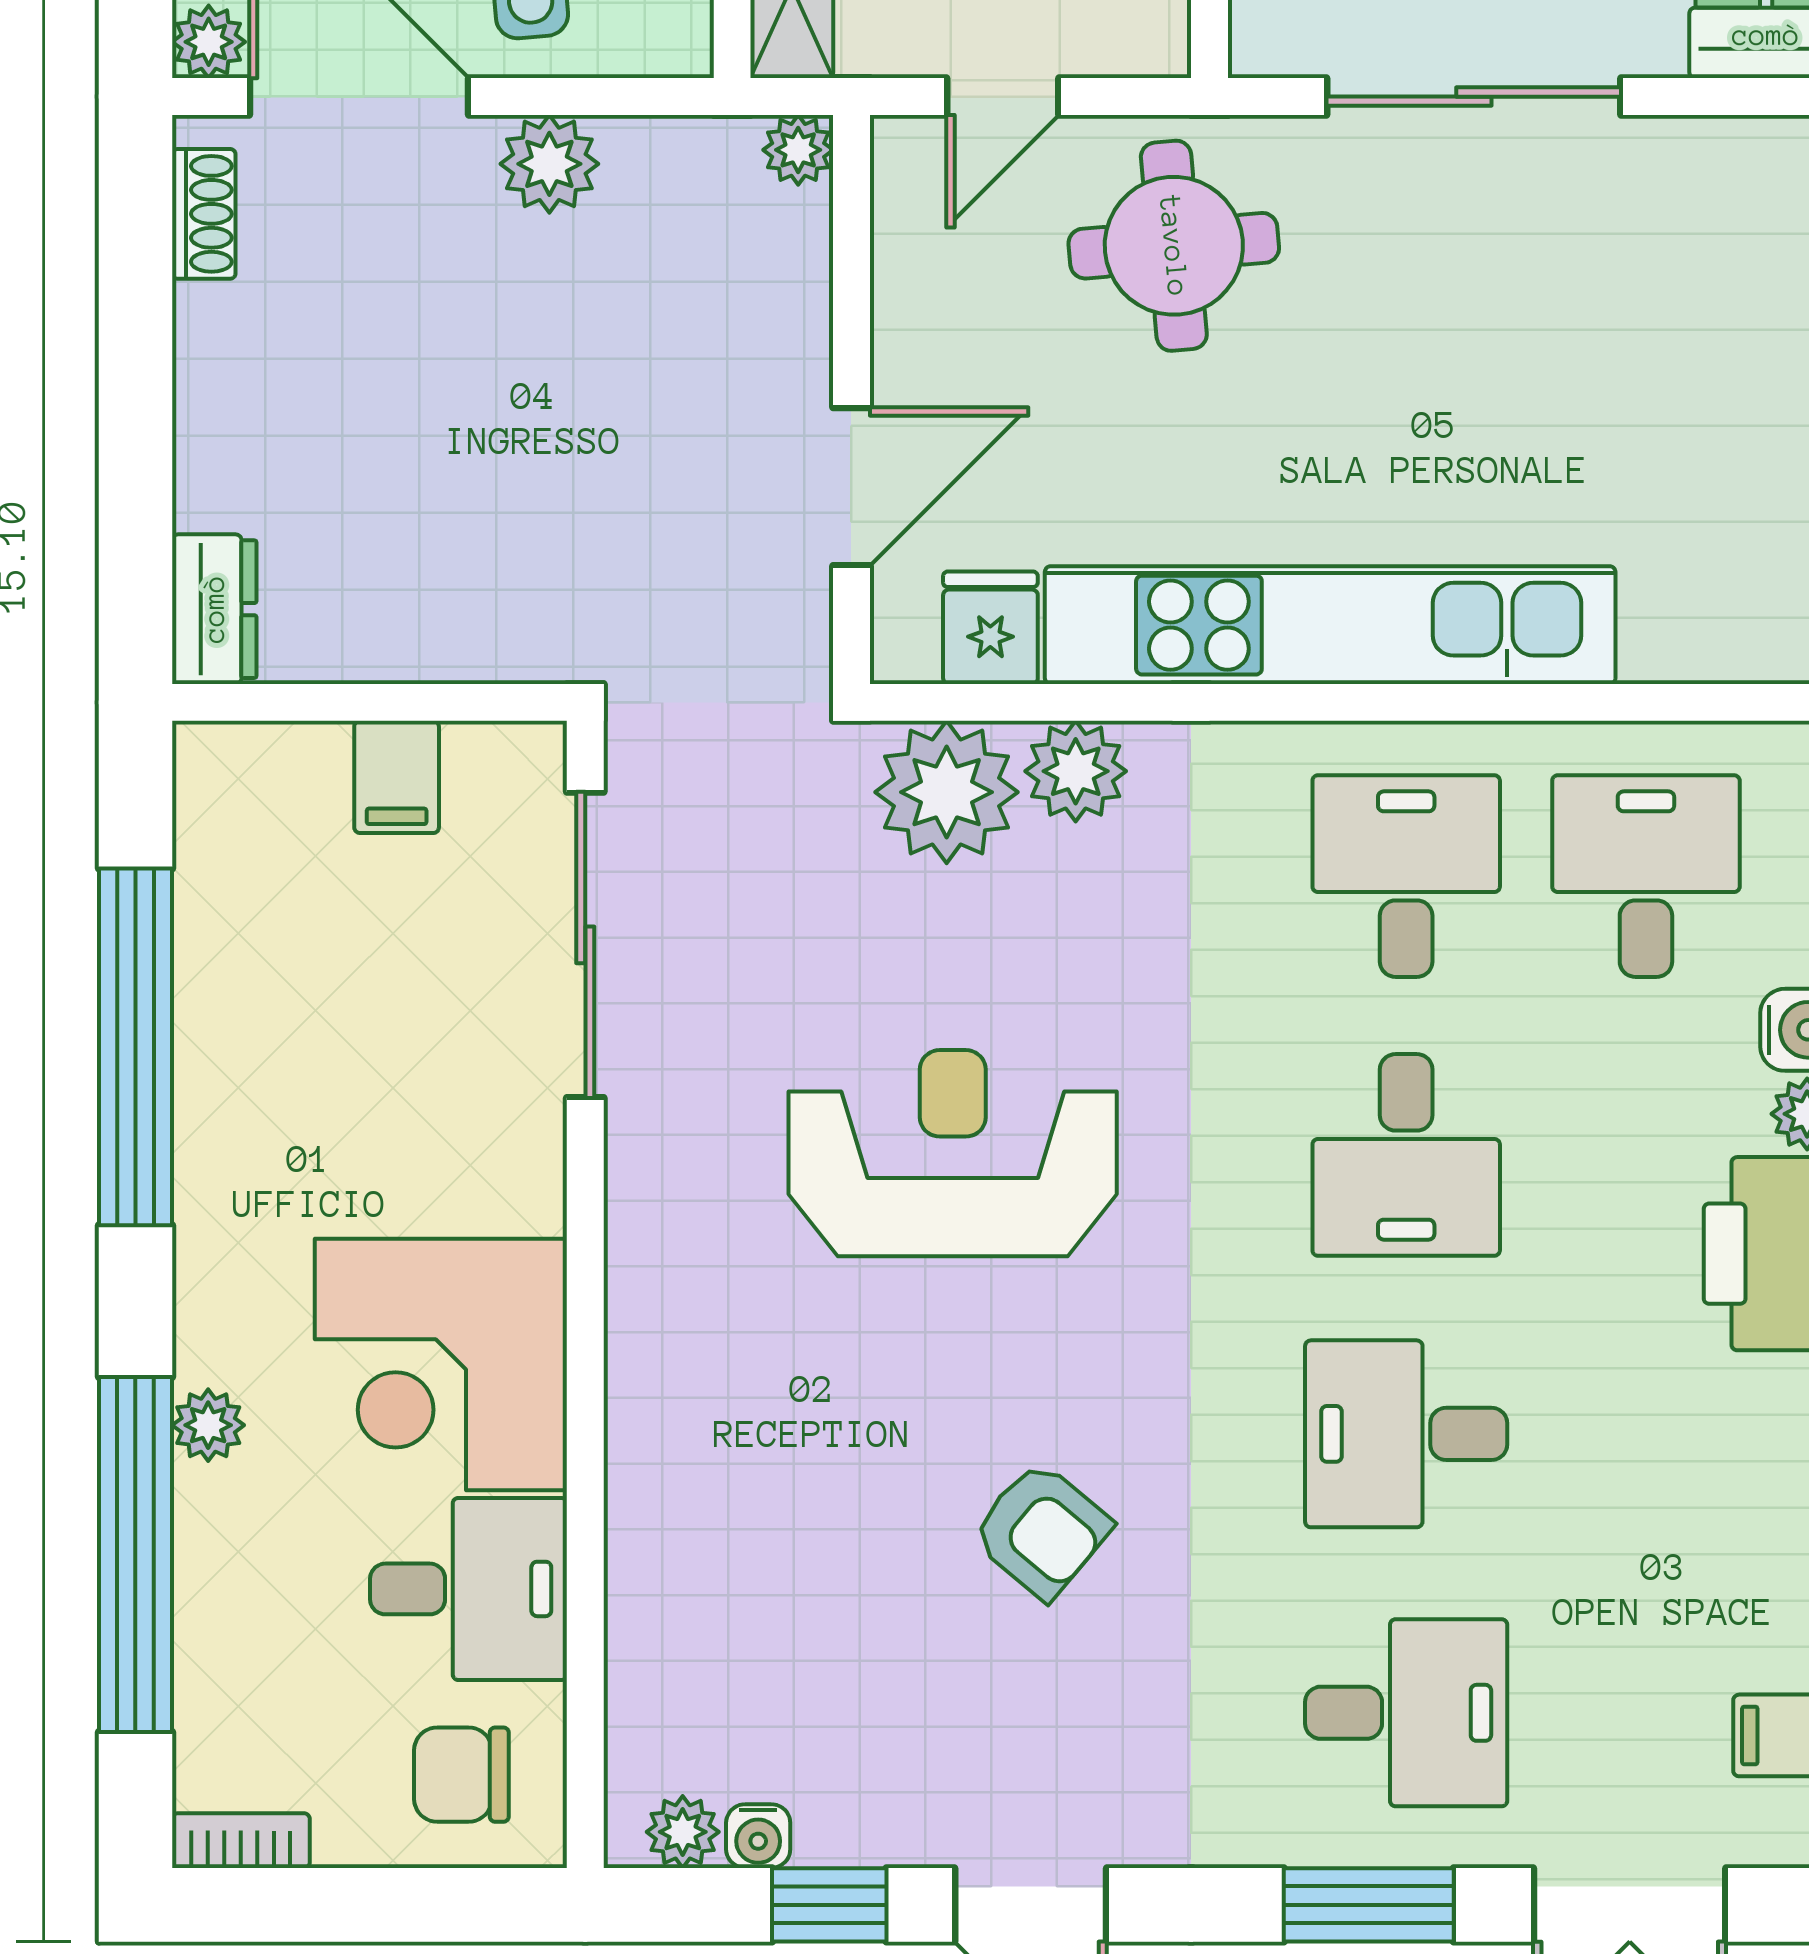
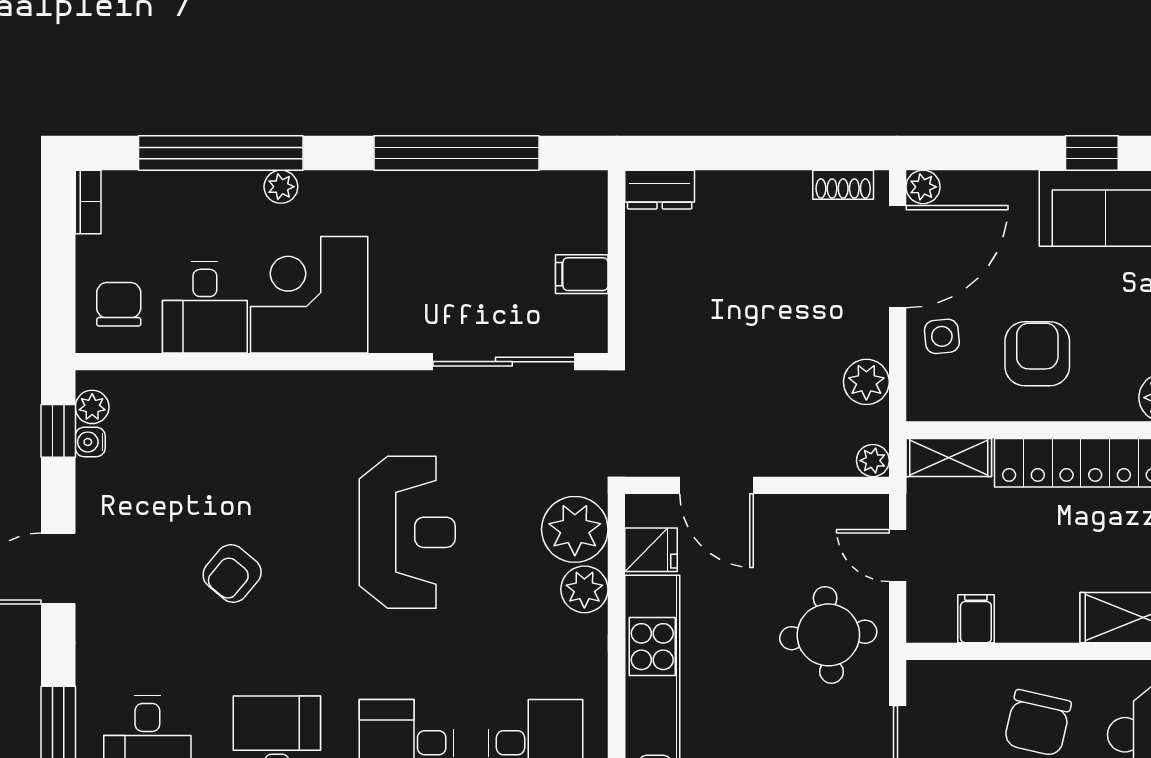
plant: (549, 164) -> (866, 382), moved
window: (829, 1905) -> (58, 431), moved

